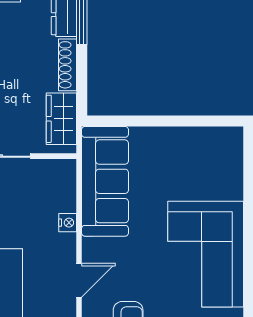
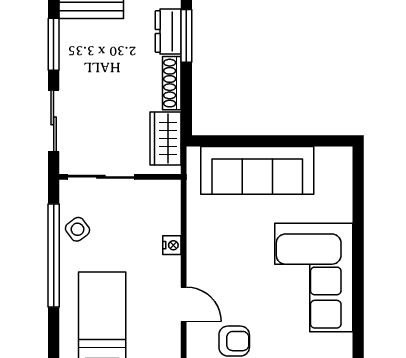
sofa: (105, 181) -> (257, 170), moved, turned 90
door: (79, 280) -> (184, 304), hinge flipped

